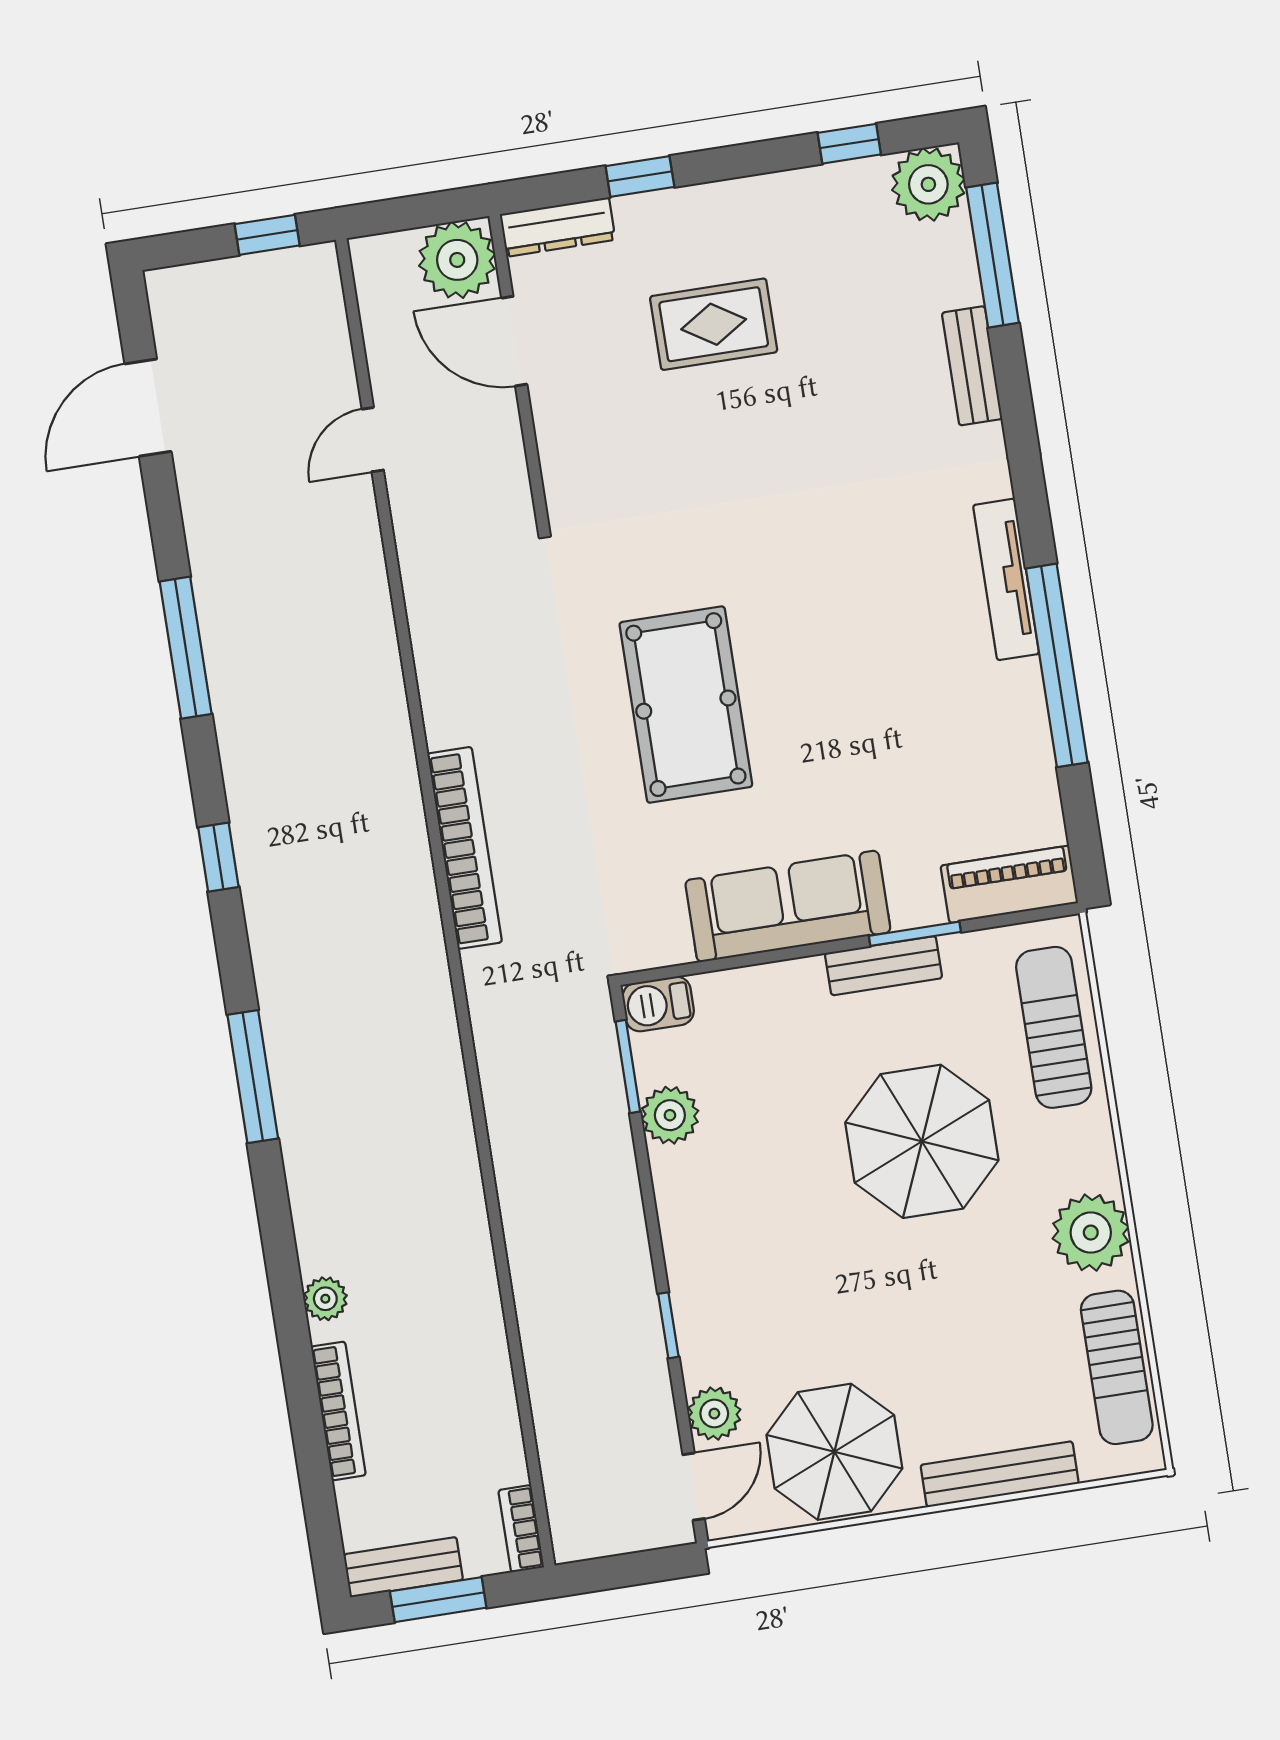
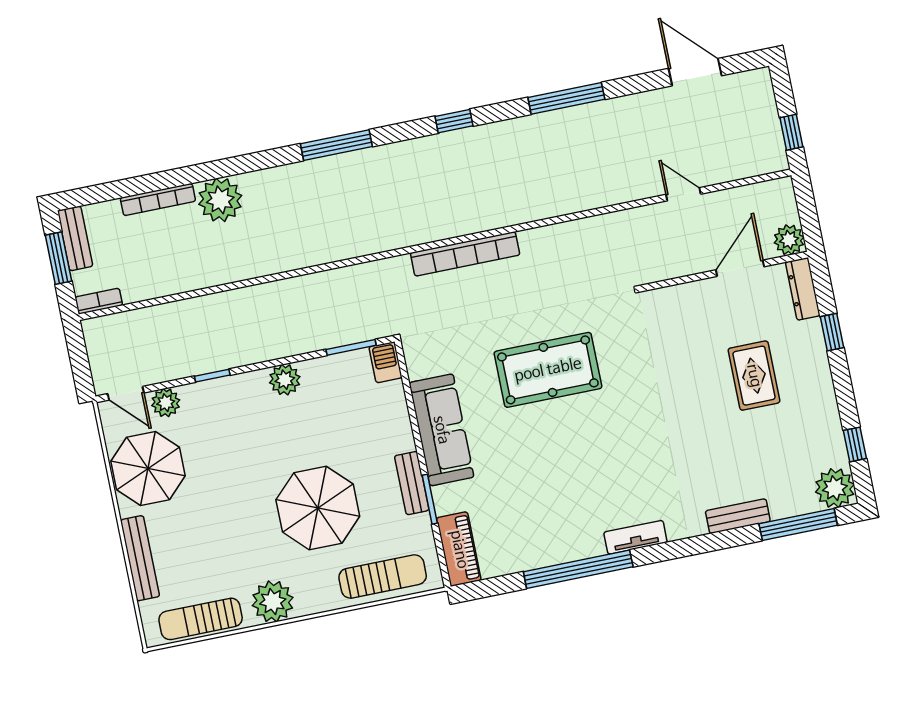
plant: (457, 260) -> (789, 240), width x0.73, depth x0.73
tv unit: (1006, 579) -> (635, 537), width x0.71
plant: (670, 1115) -> (285, 380), moved
plant: (325, 1299) -> (220, 200), width x1.87, depth x1.87

